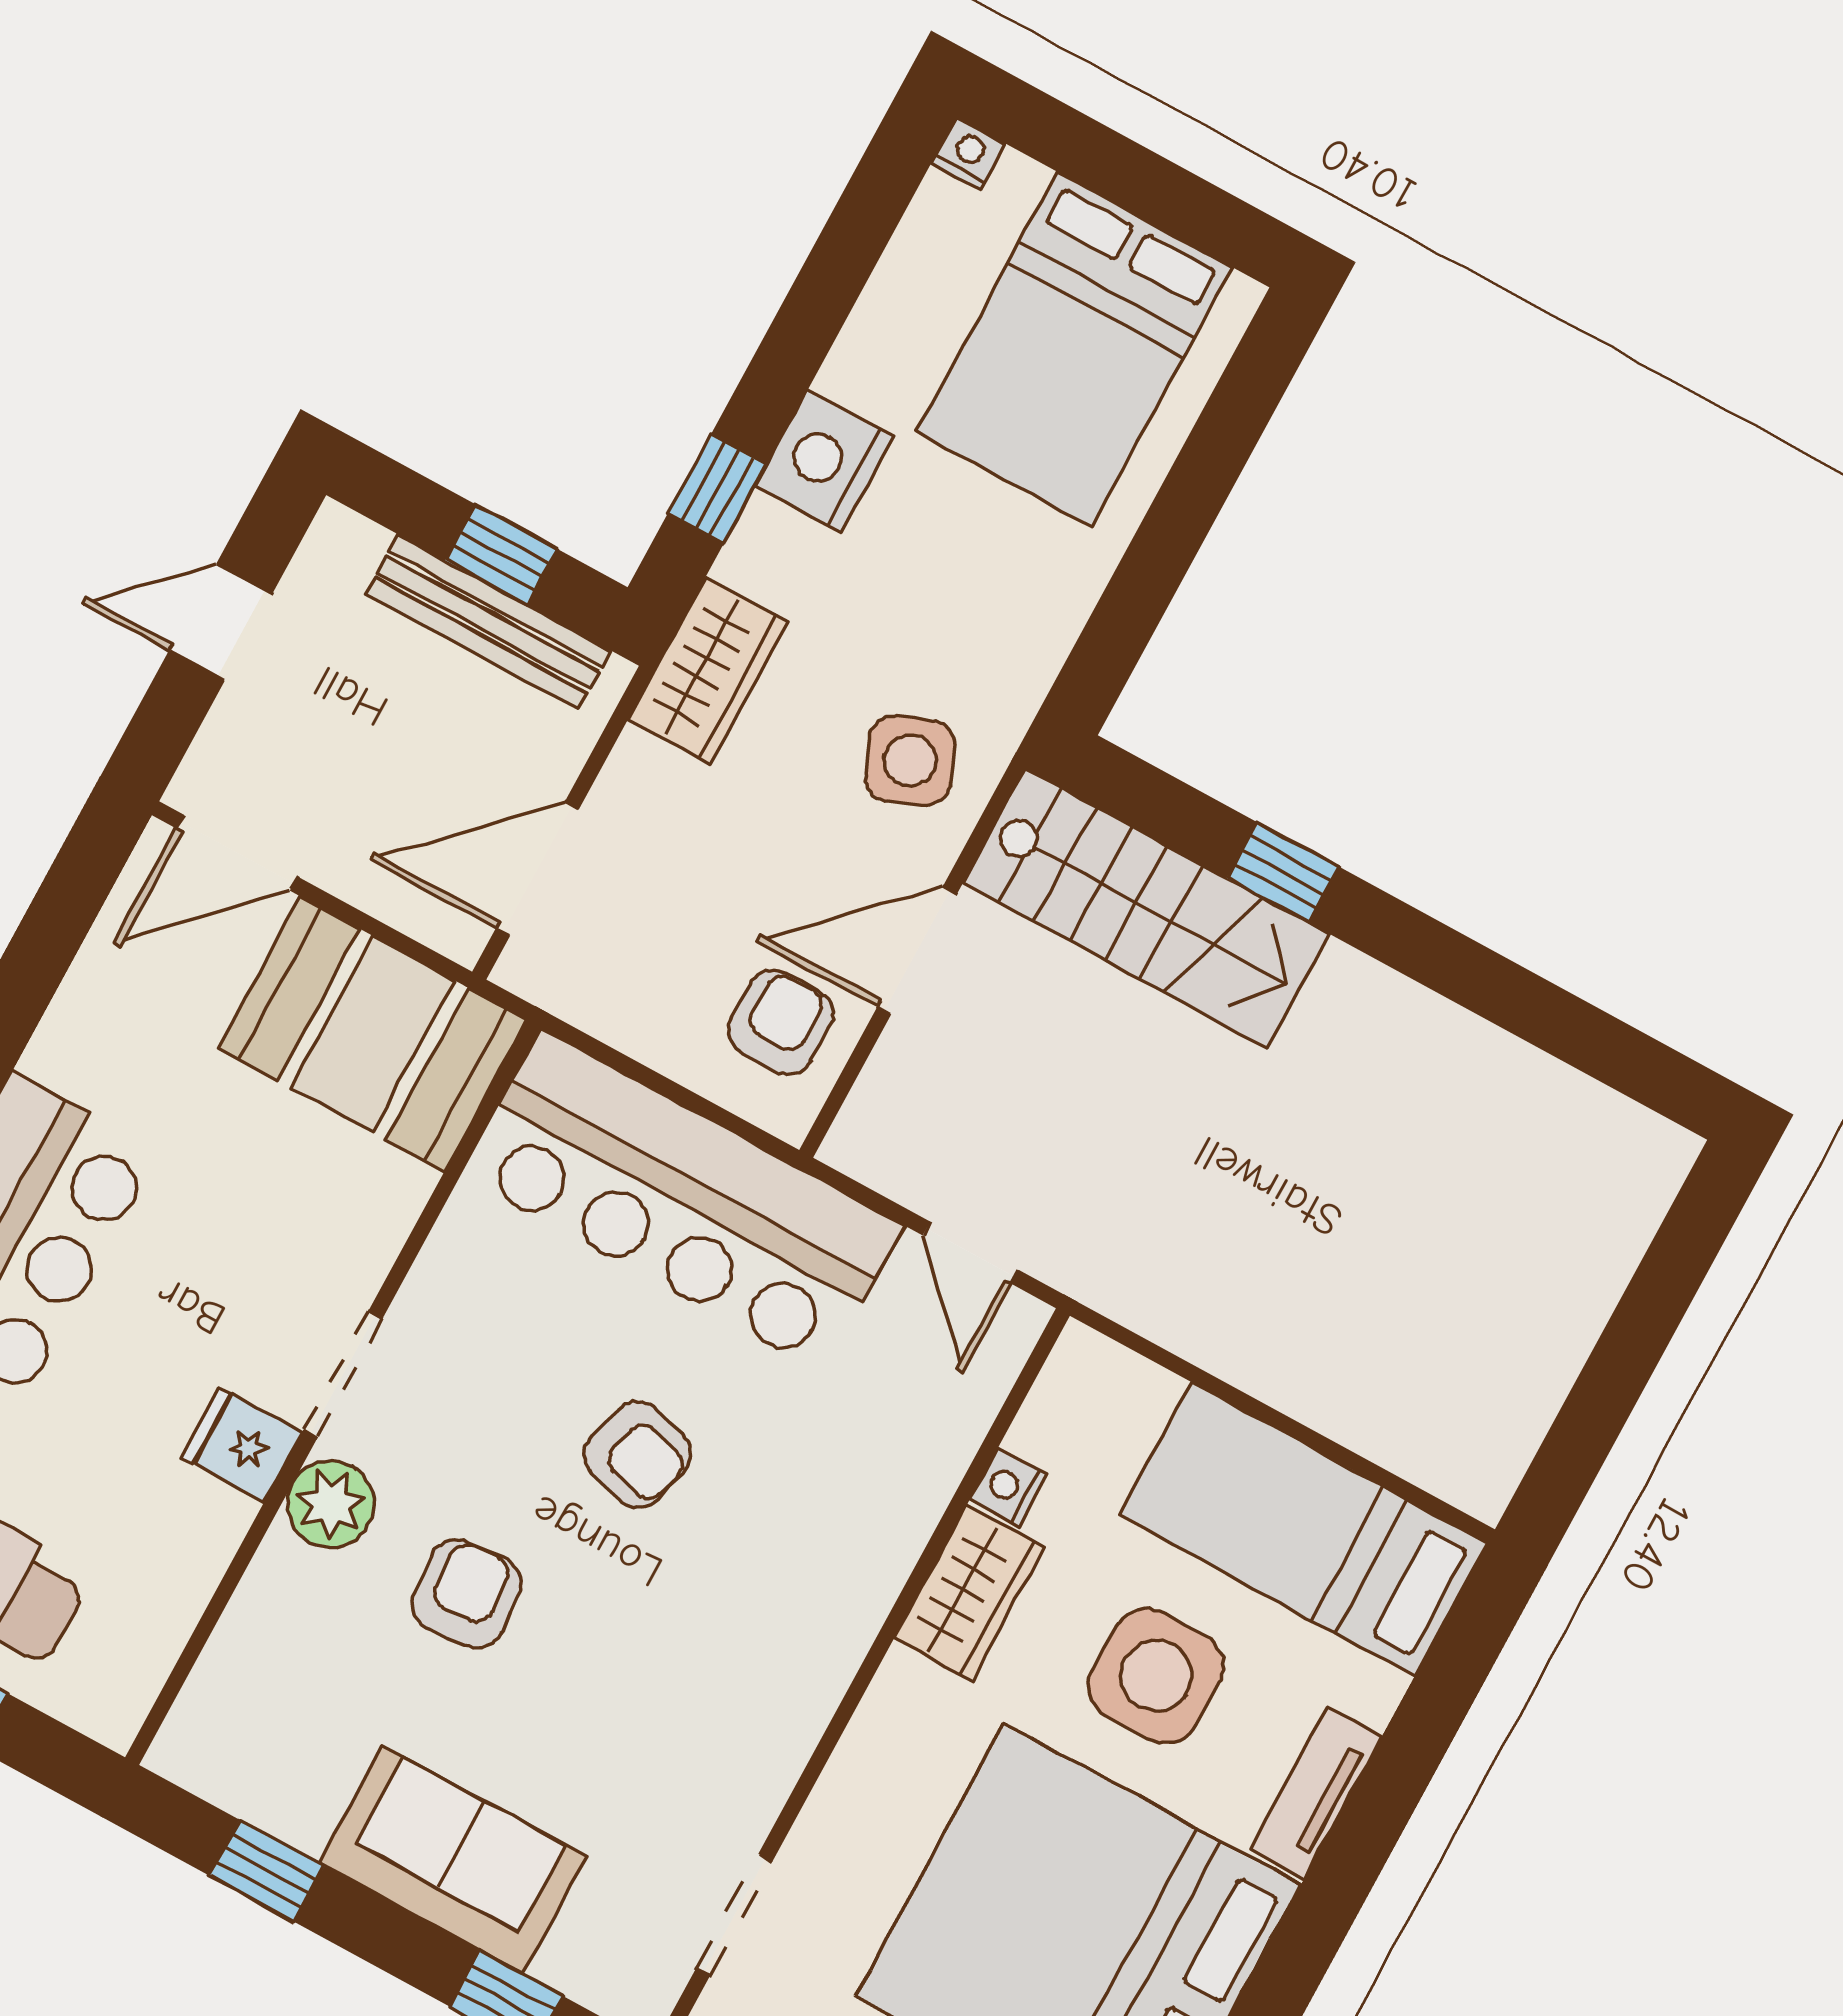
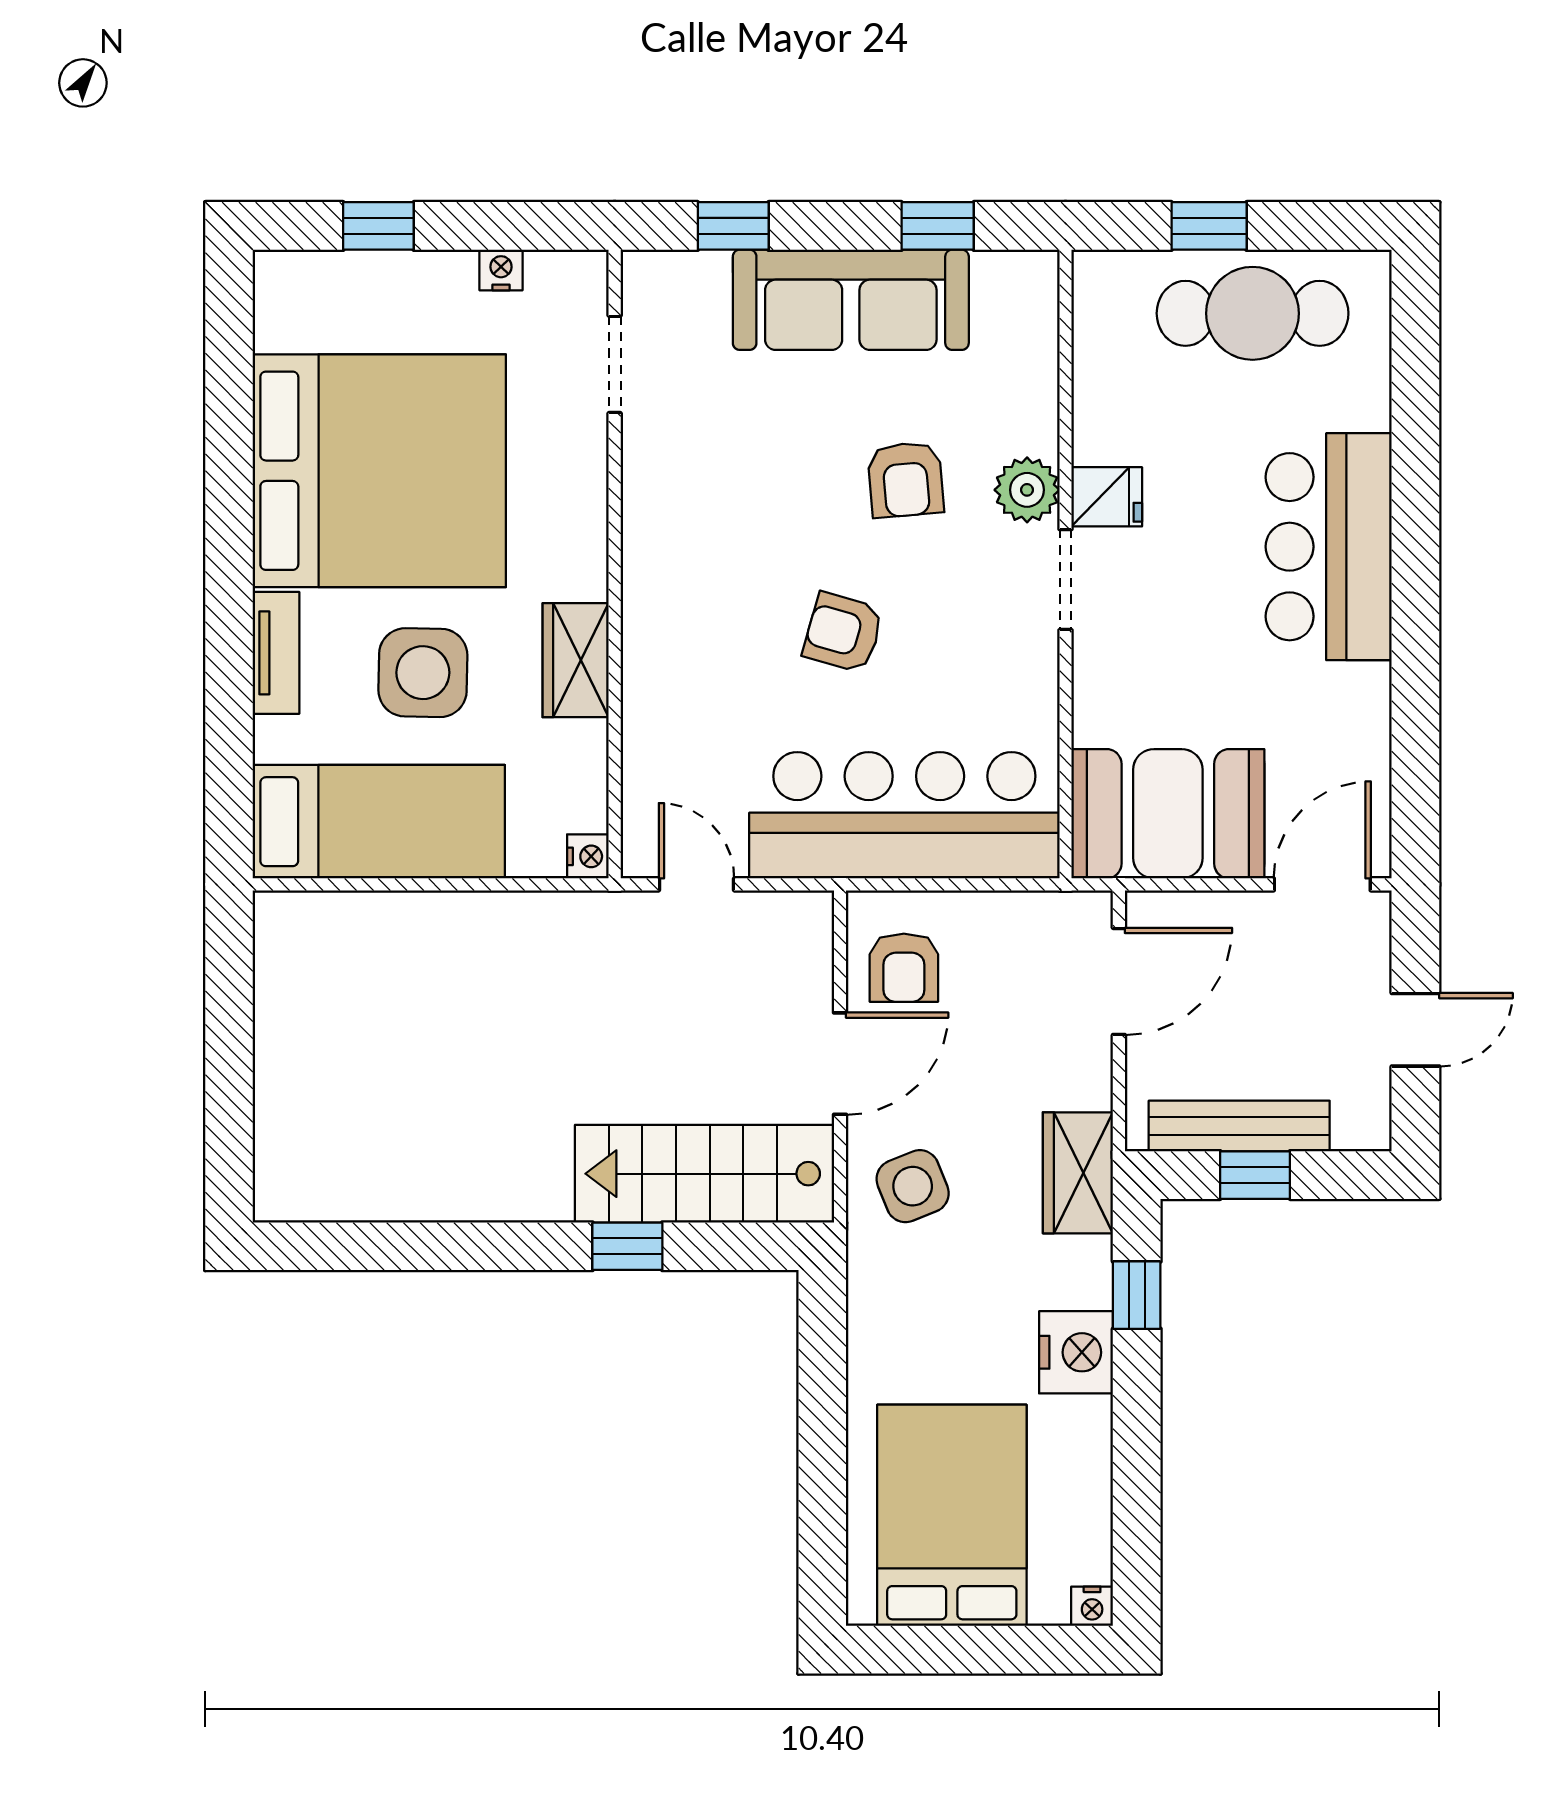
nightstand: (1008, 1487) -> (588, 856), moved
sofa: (453, 1860) -> (851, 300), width x1.36

